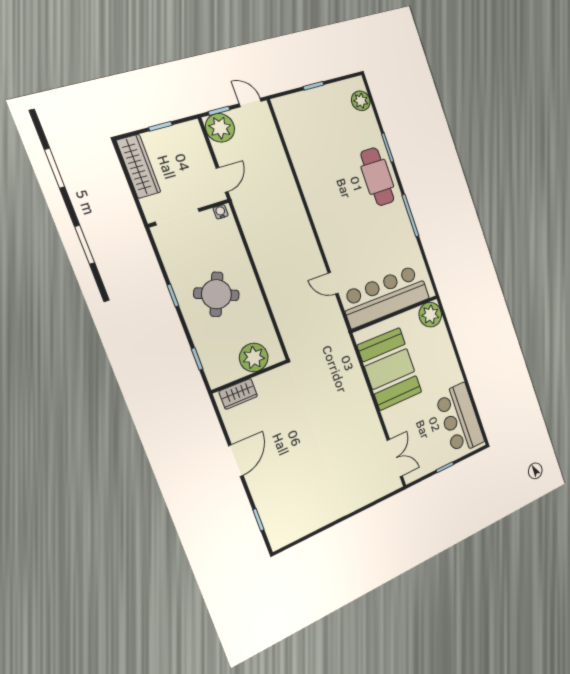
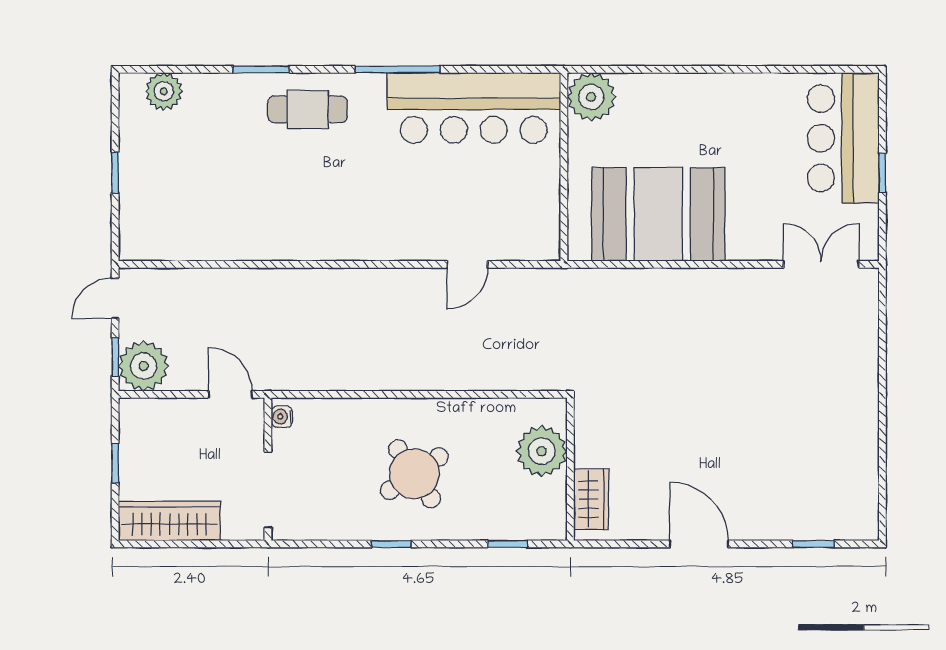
cafe table: (377, 177) -> (308, 109), width x0.73, depth x0.74
round table: (216, 294) -> (414, 474), turned 33
bar counter: (385, 296) -> (474, 108), moved, turned -90
bar counter: (460, 419) -> (843, 138), moved, turned 90

